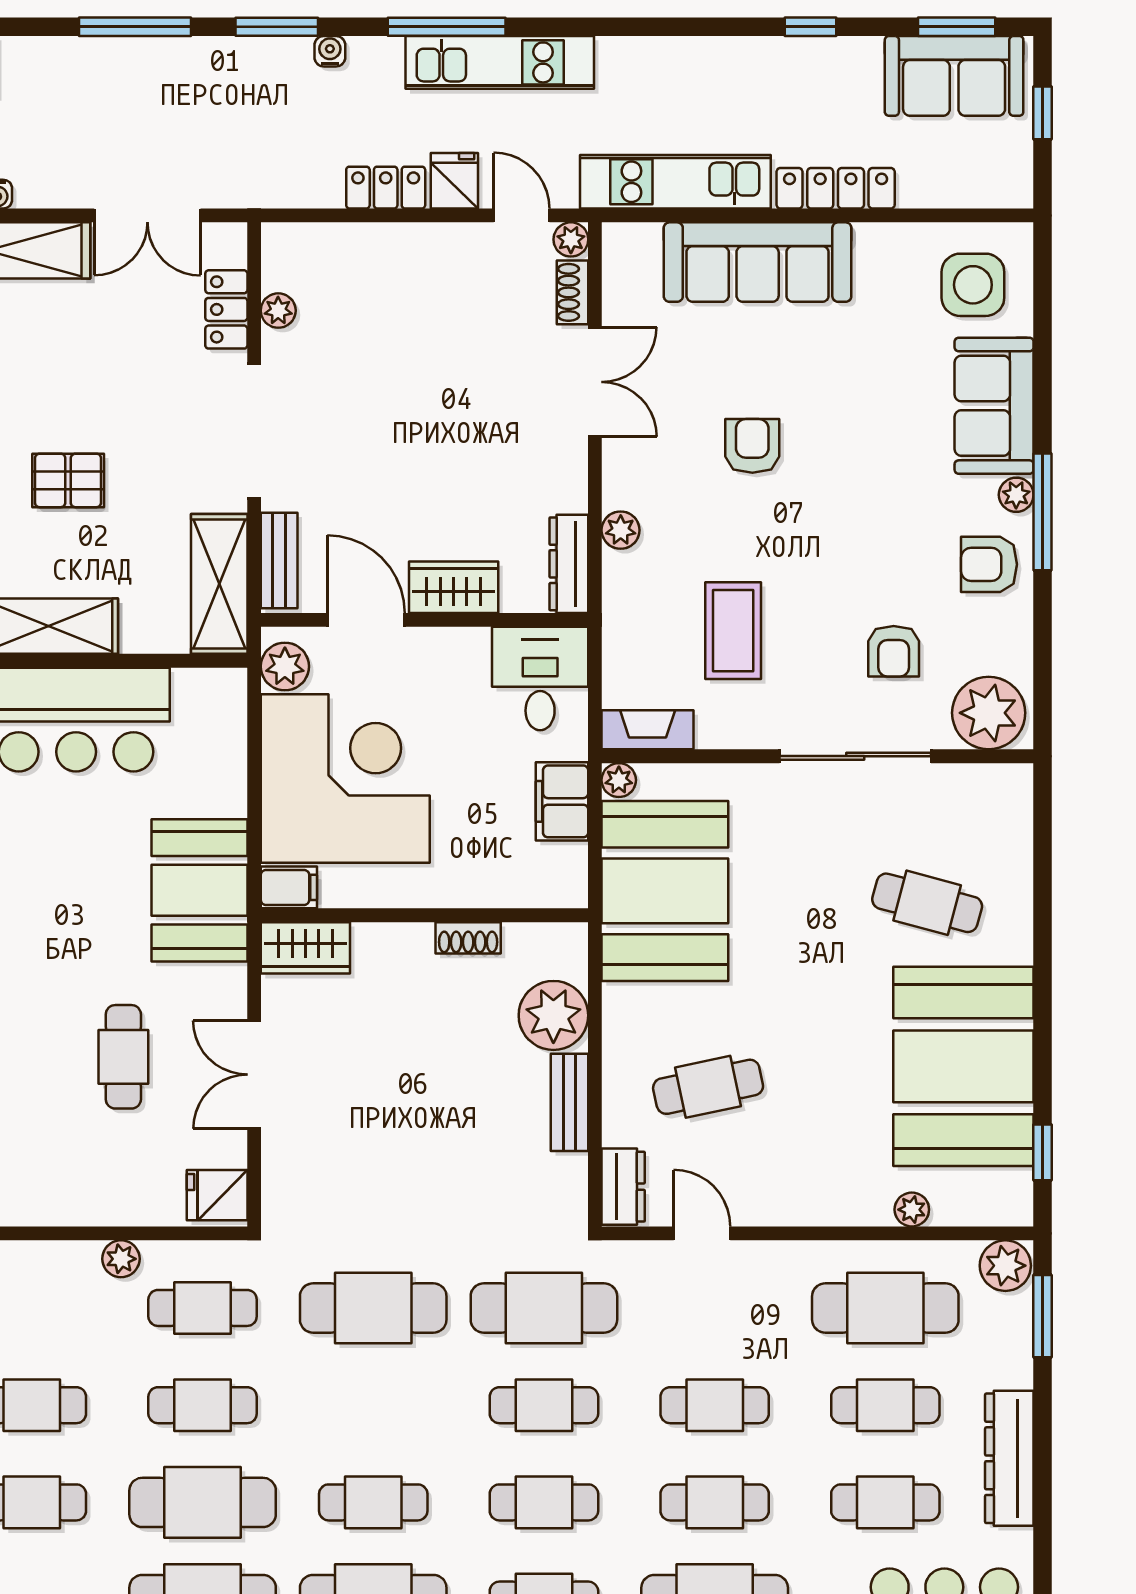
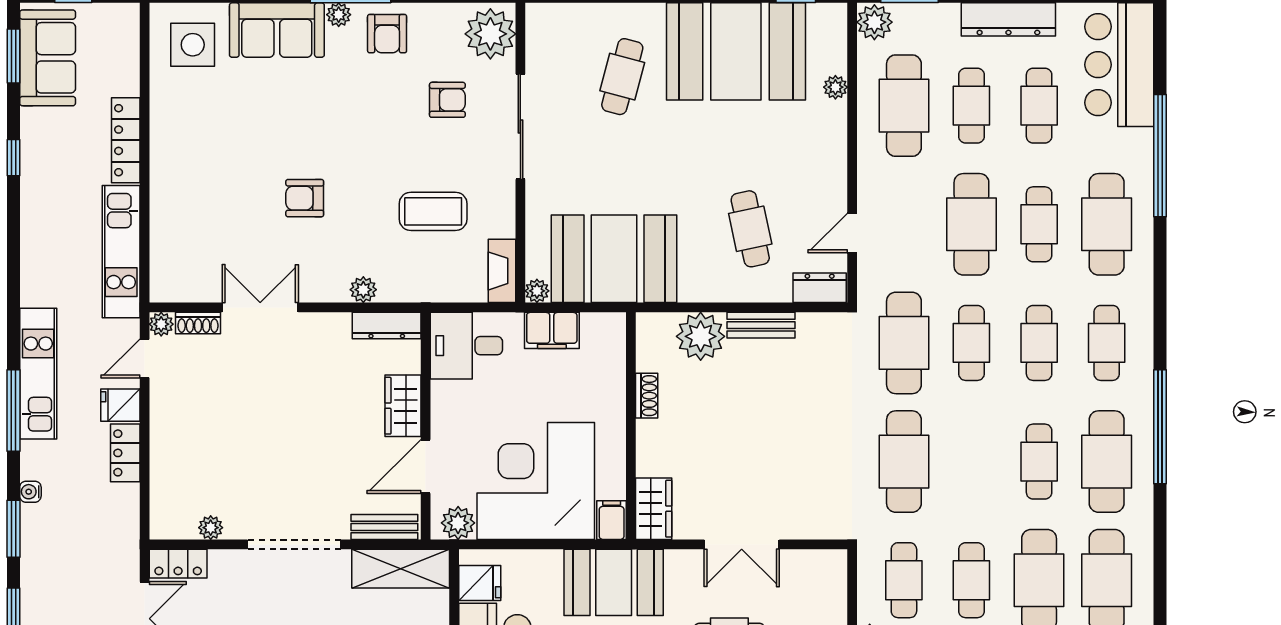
sofa: (758, 262) -> (177, 194), removed
locker: (226, 309) -> (178, 564), moved
fridge: (217, 1195) -> (480, 583), moved, turned -90
cafe table: (715, 1405) -> (971, 224), width x1.37, depth x1.35

